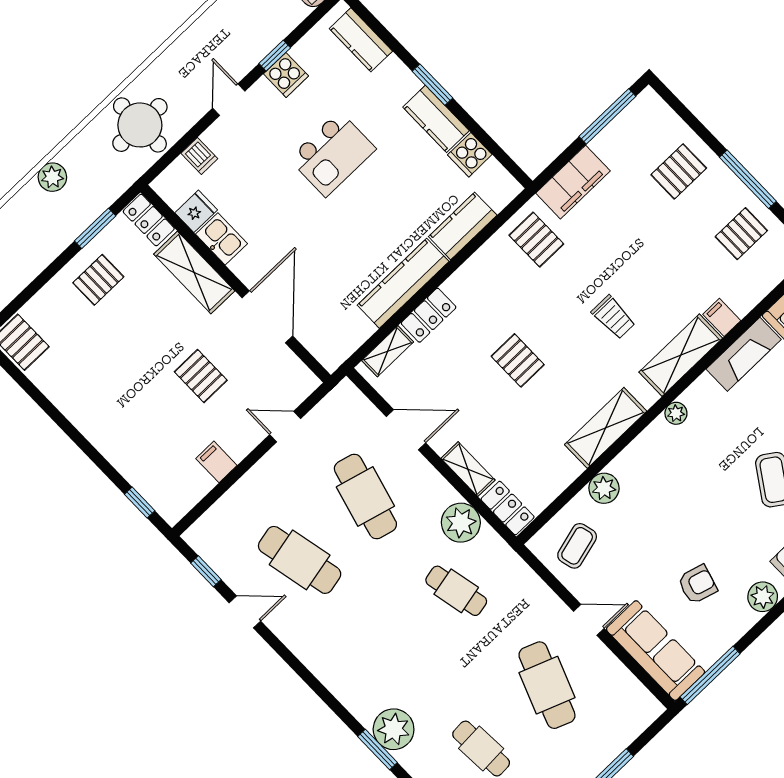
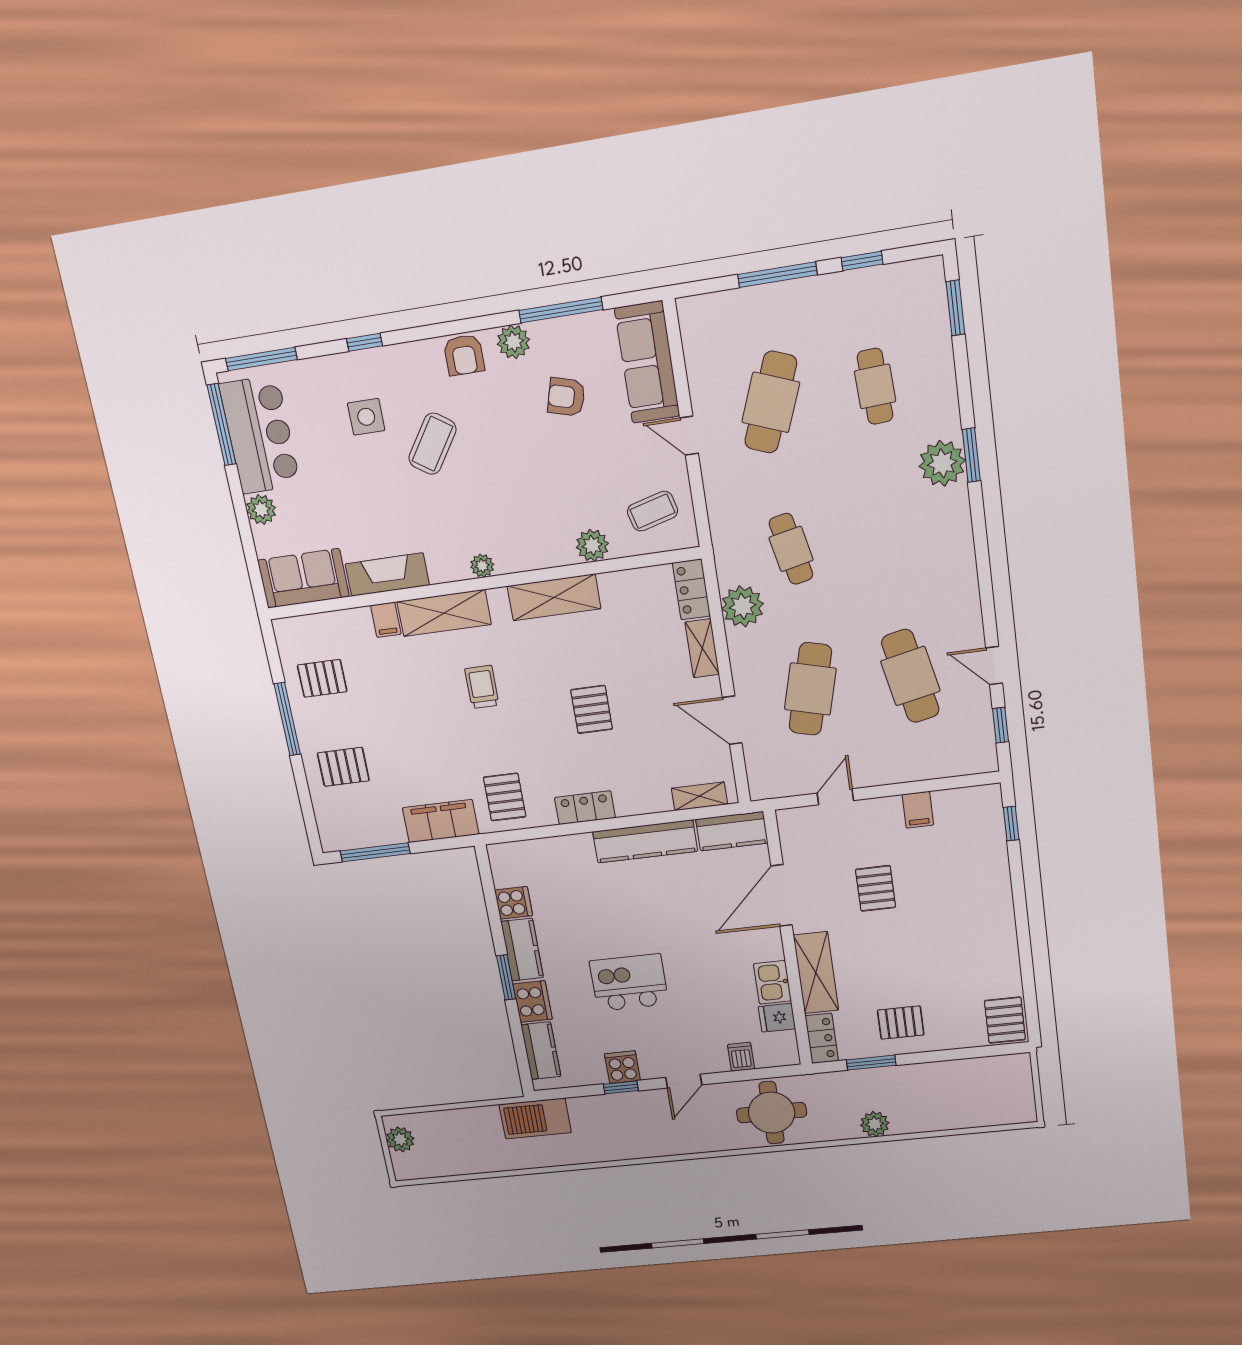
cooker: (397, 79) -> (533, 1002), added
kitchen counter: (463, 226) -> (732, 831), moved
locker: (429, 315) -> (585, 808), moved
door: (285, 427) -> (835, 797), swing flipped
window: (710, 675) -> (561, 310), moved

